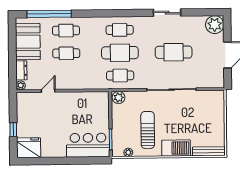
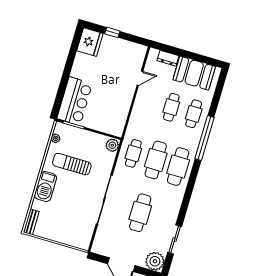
sliding door: (167, 13) -> (175, 239), moved
window: (49, 14) -> (204, 138), moved
cafe table: (120, 30) -> (178, 167), width x1.37, depth x1.35
plant: (21, 85) -> (153, 53), removed
door: (48, 91) -> (140, 78), hinge flipped
sun lounger: (148, 130) -> (72, 164), turned 180
bench: (209, 151) -> (31, 222), width x0.73

